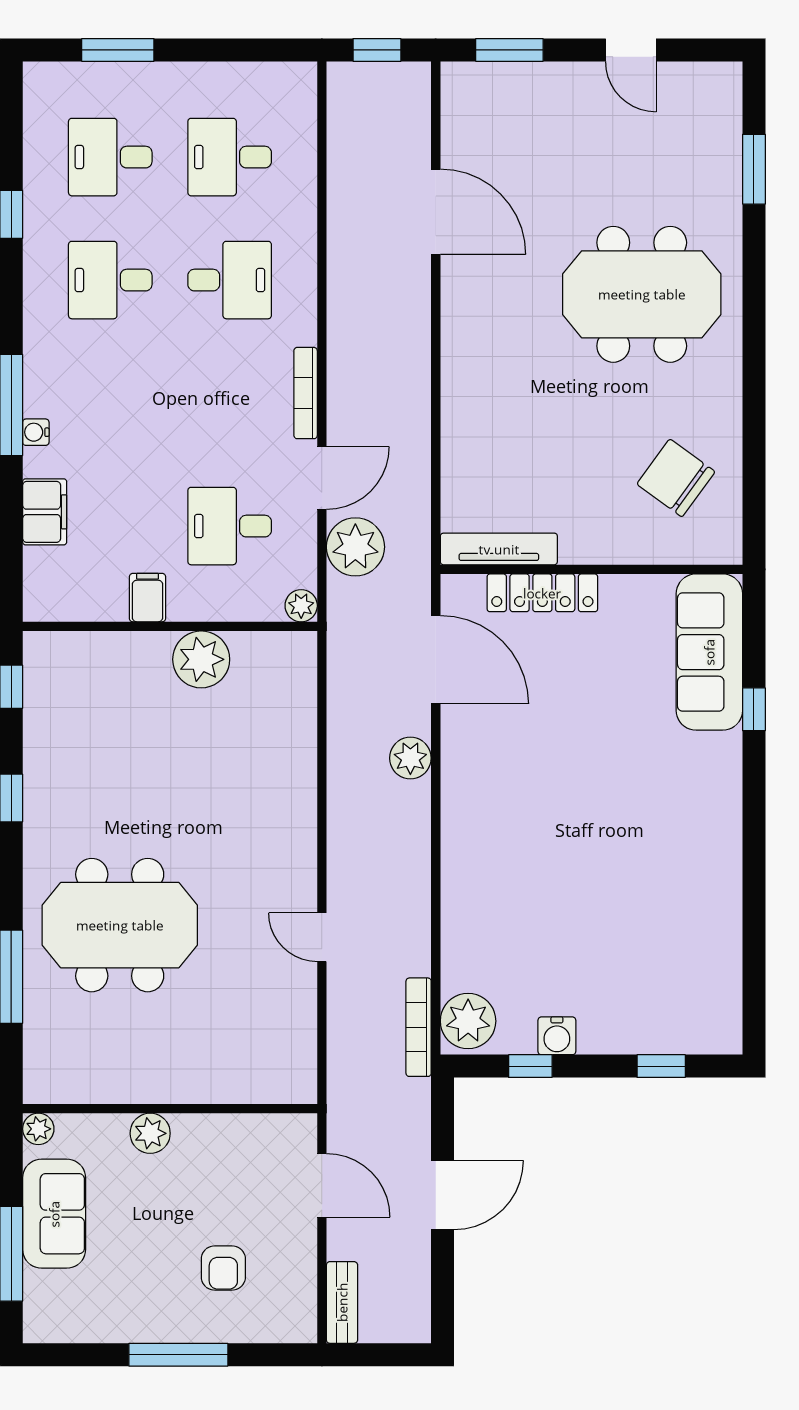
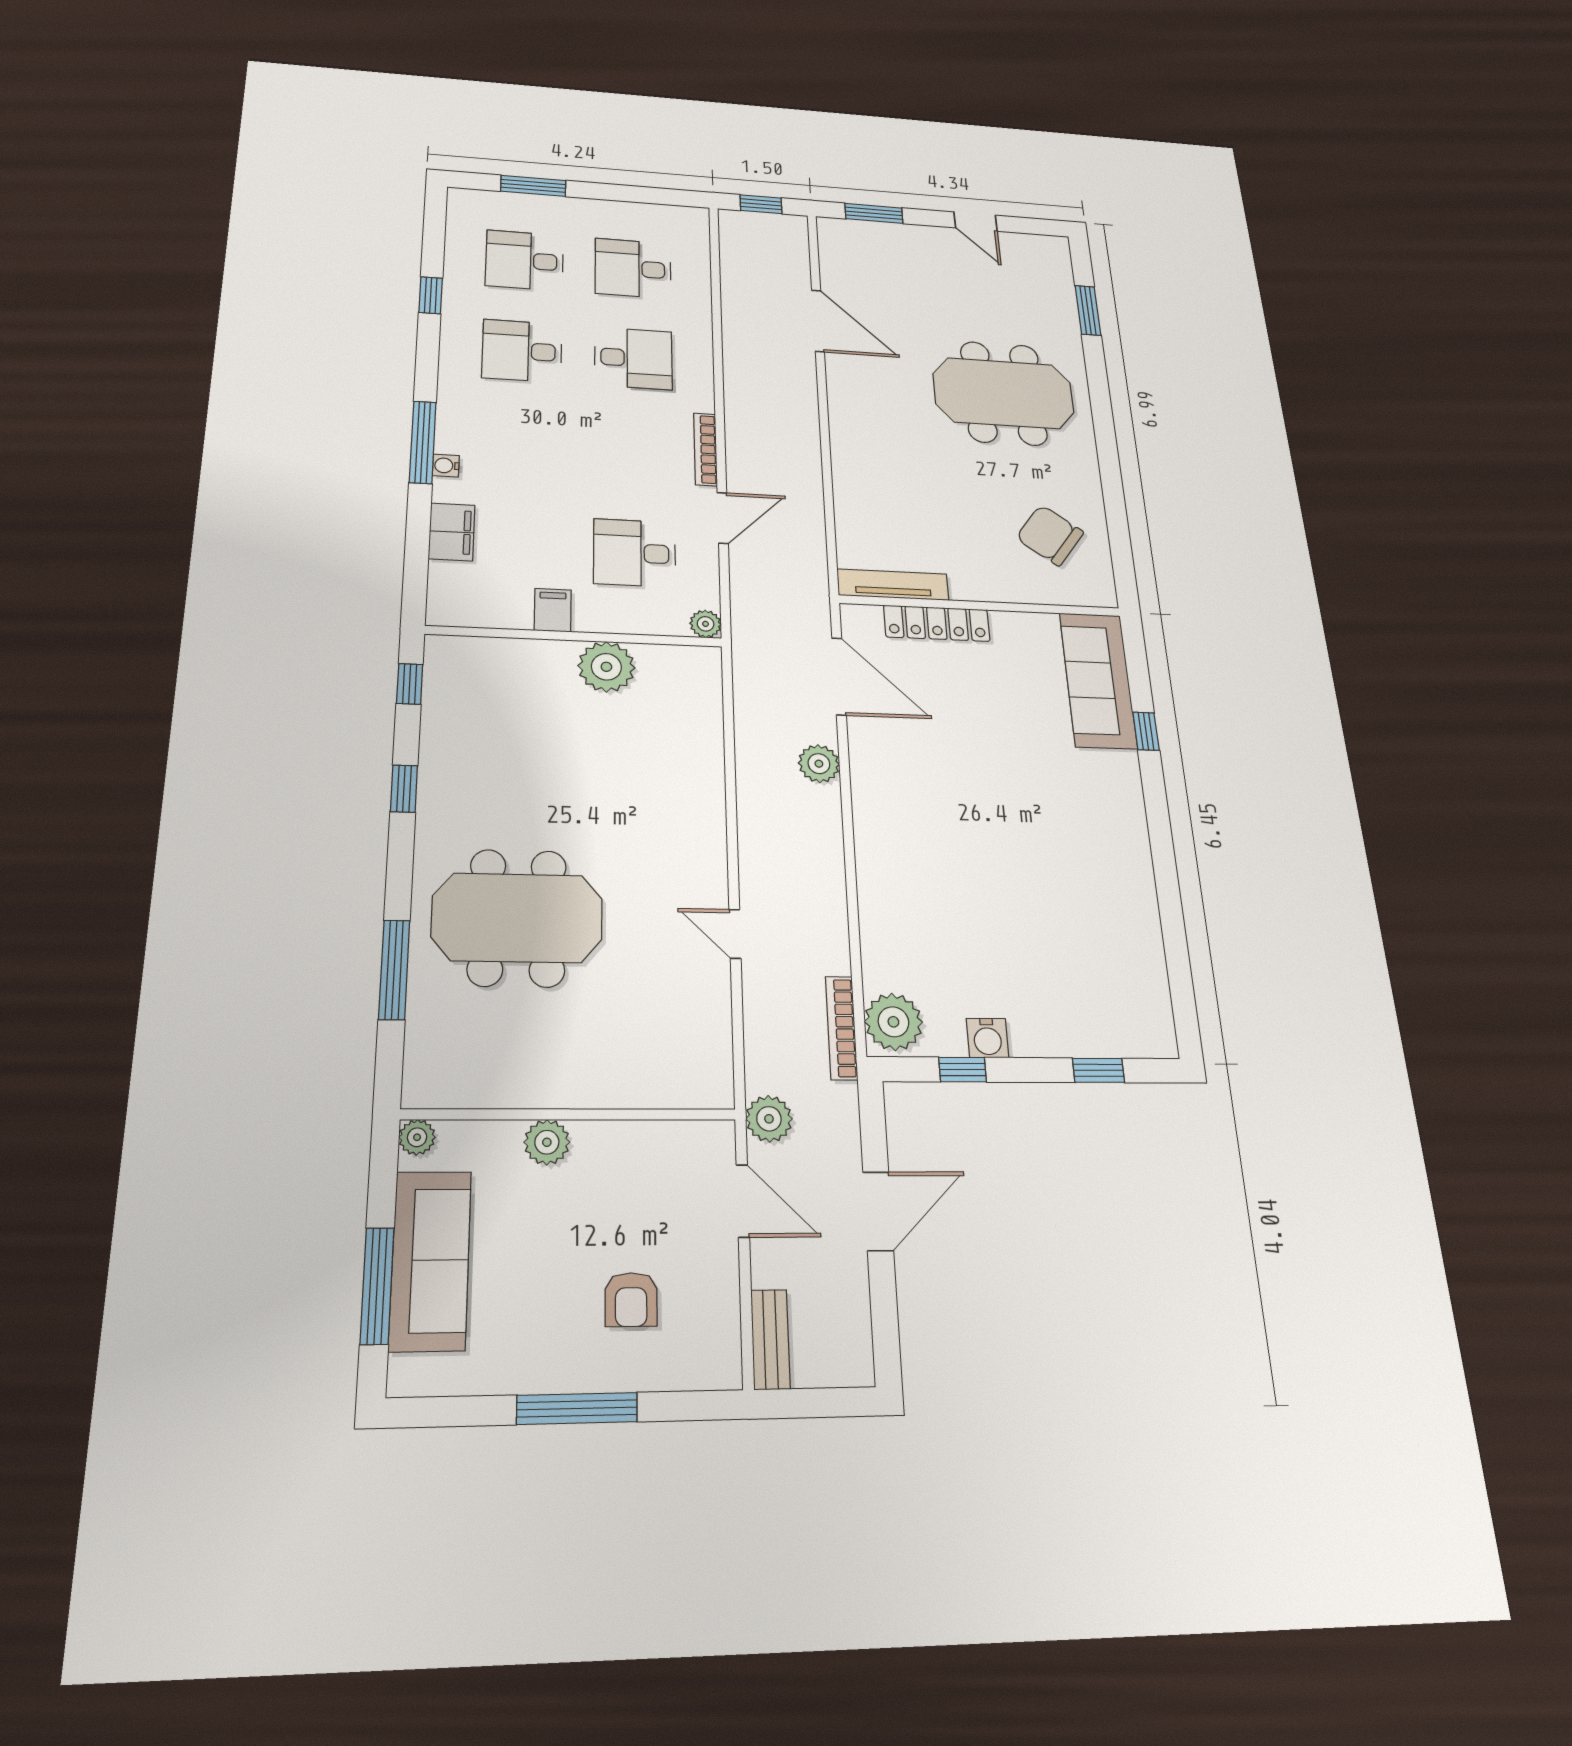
plant: (355, 547) -> (769, 1119), moved, width x0.73, depth x0.73
sofa: (54, 1214) -> (430, 1260), width x1.36

